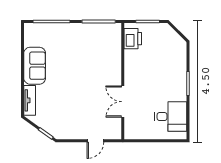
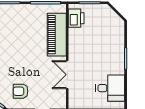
piano: (111, 57) -> (57, 35), added
armchair: (71, 120) -> (21, 91), added

